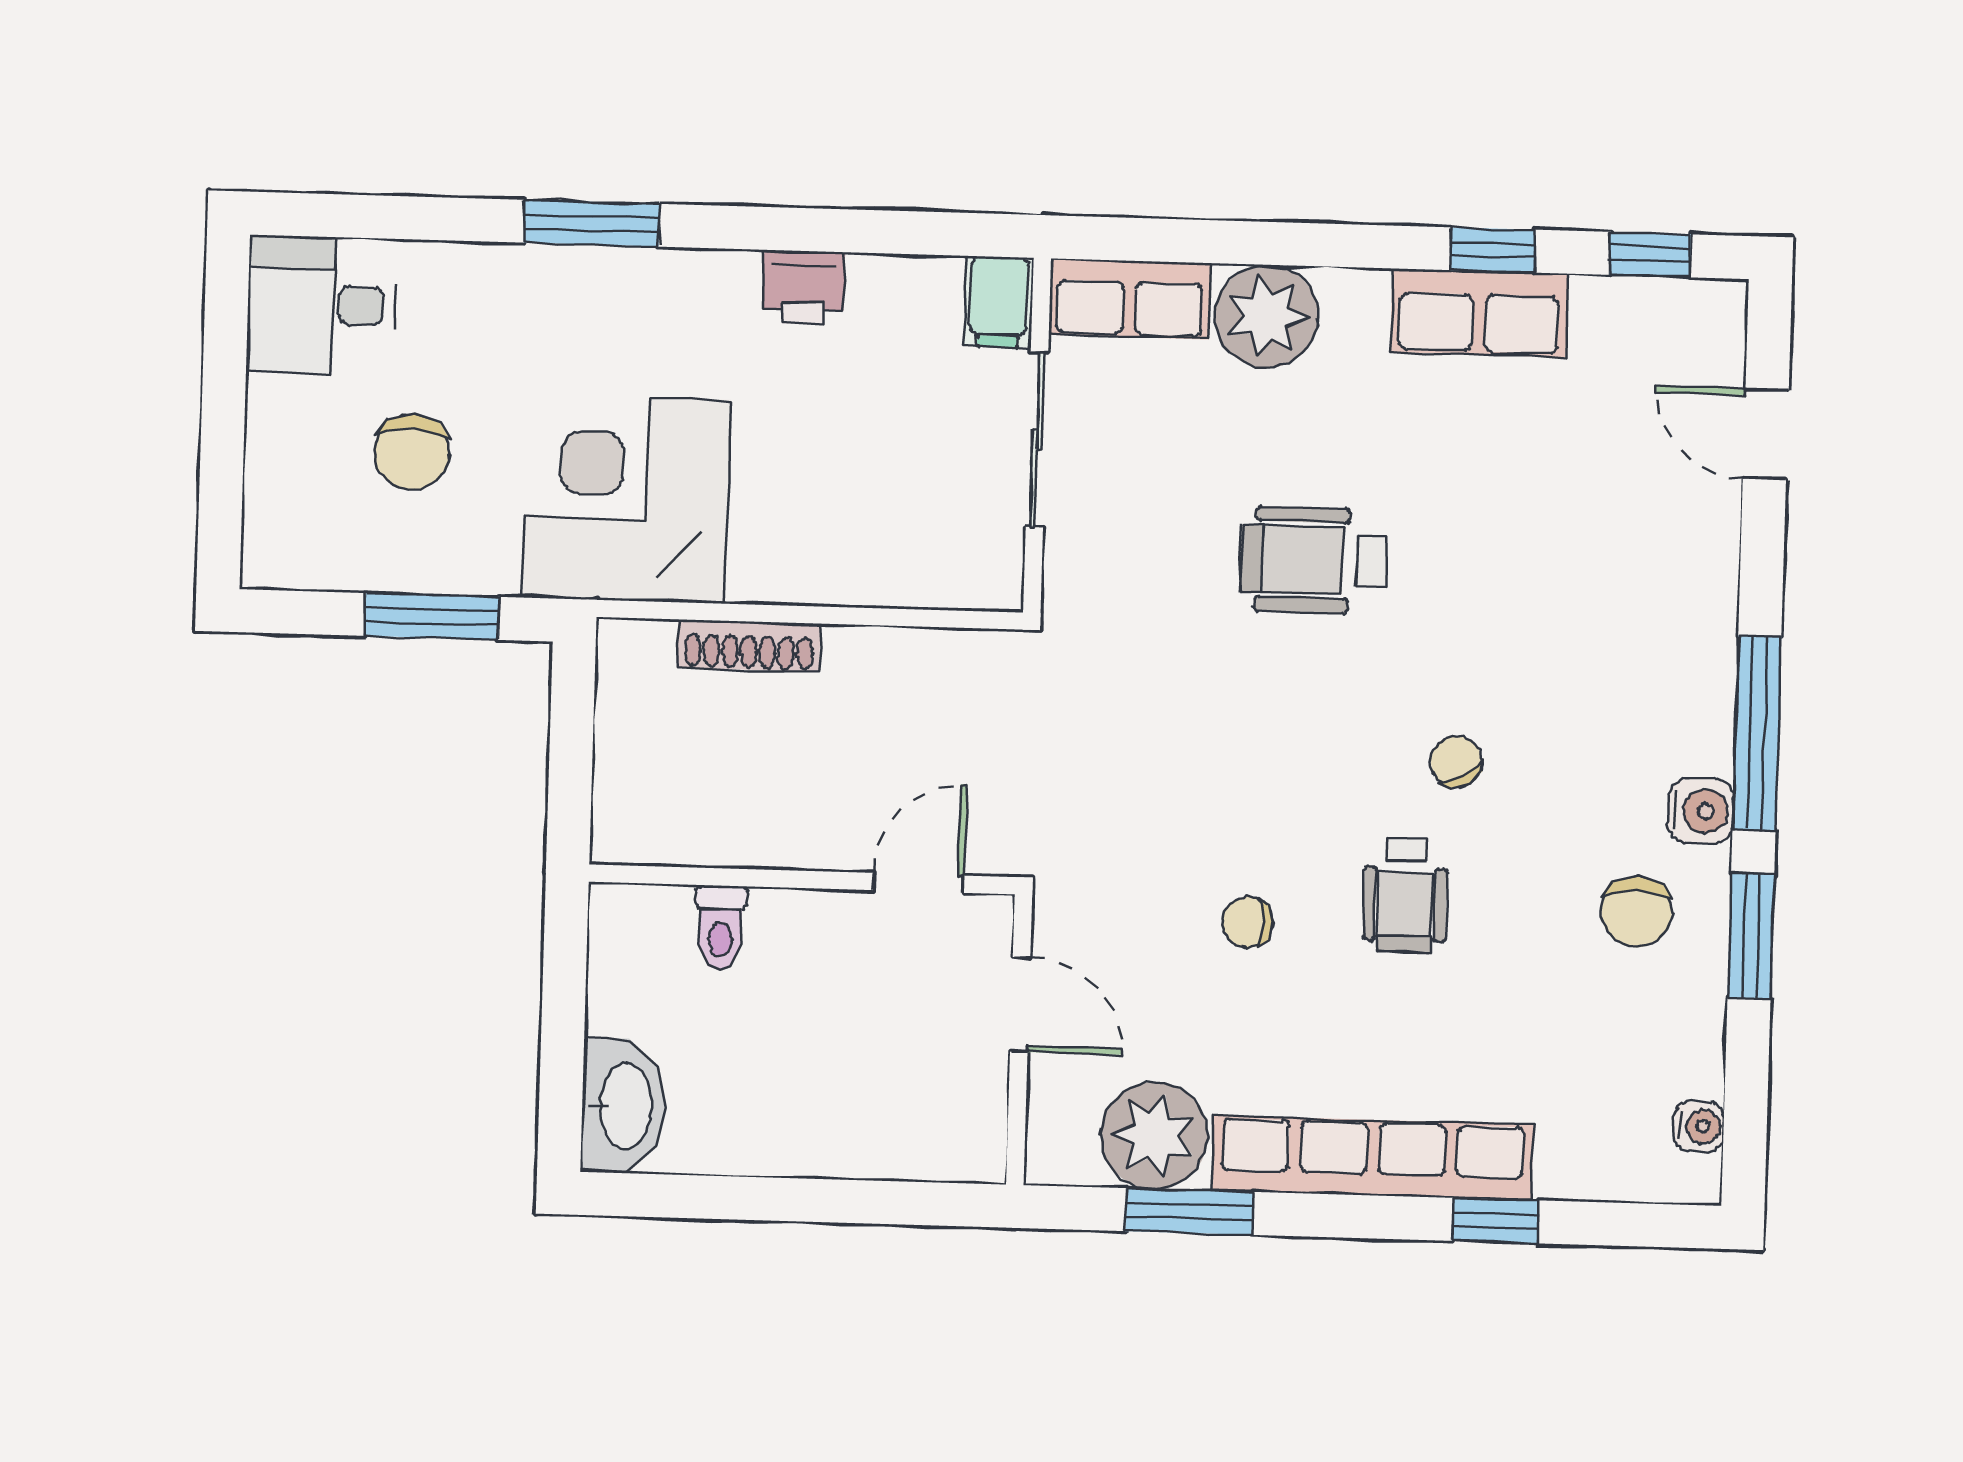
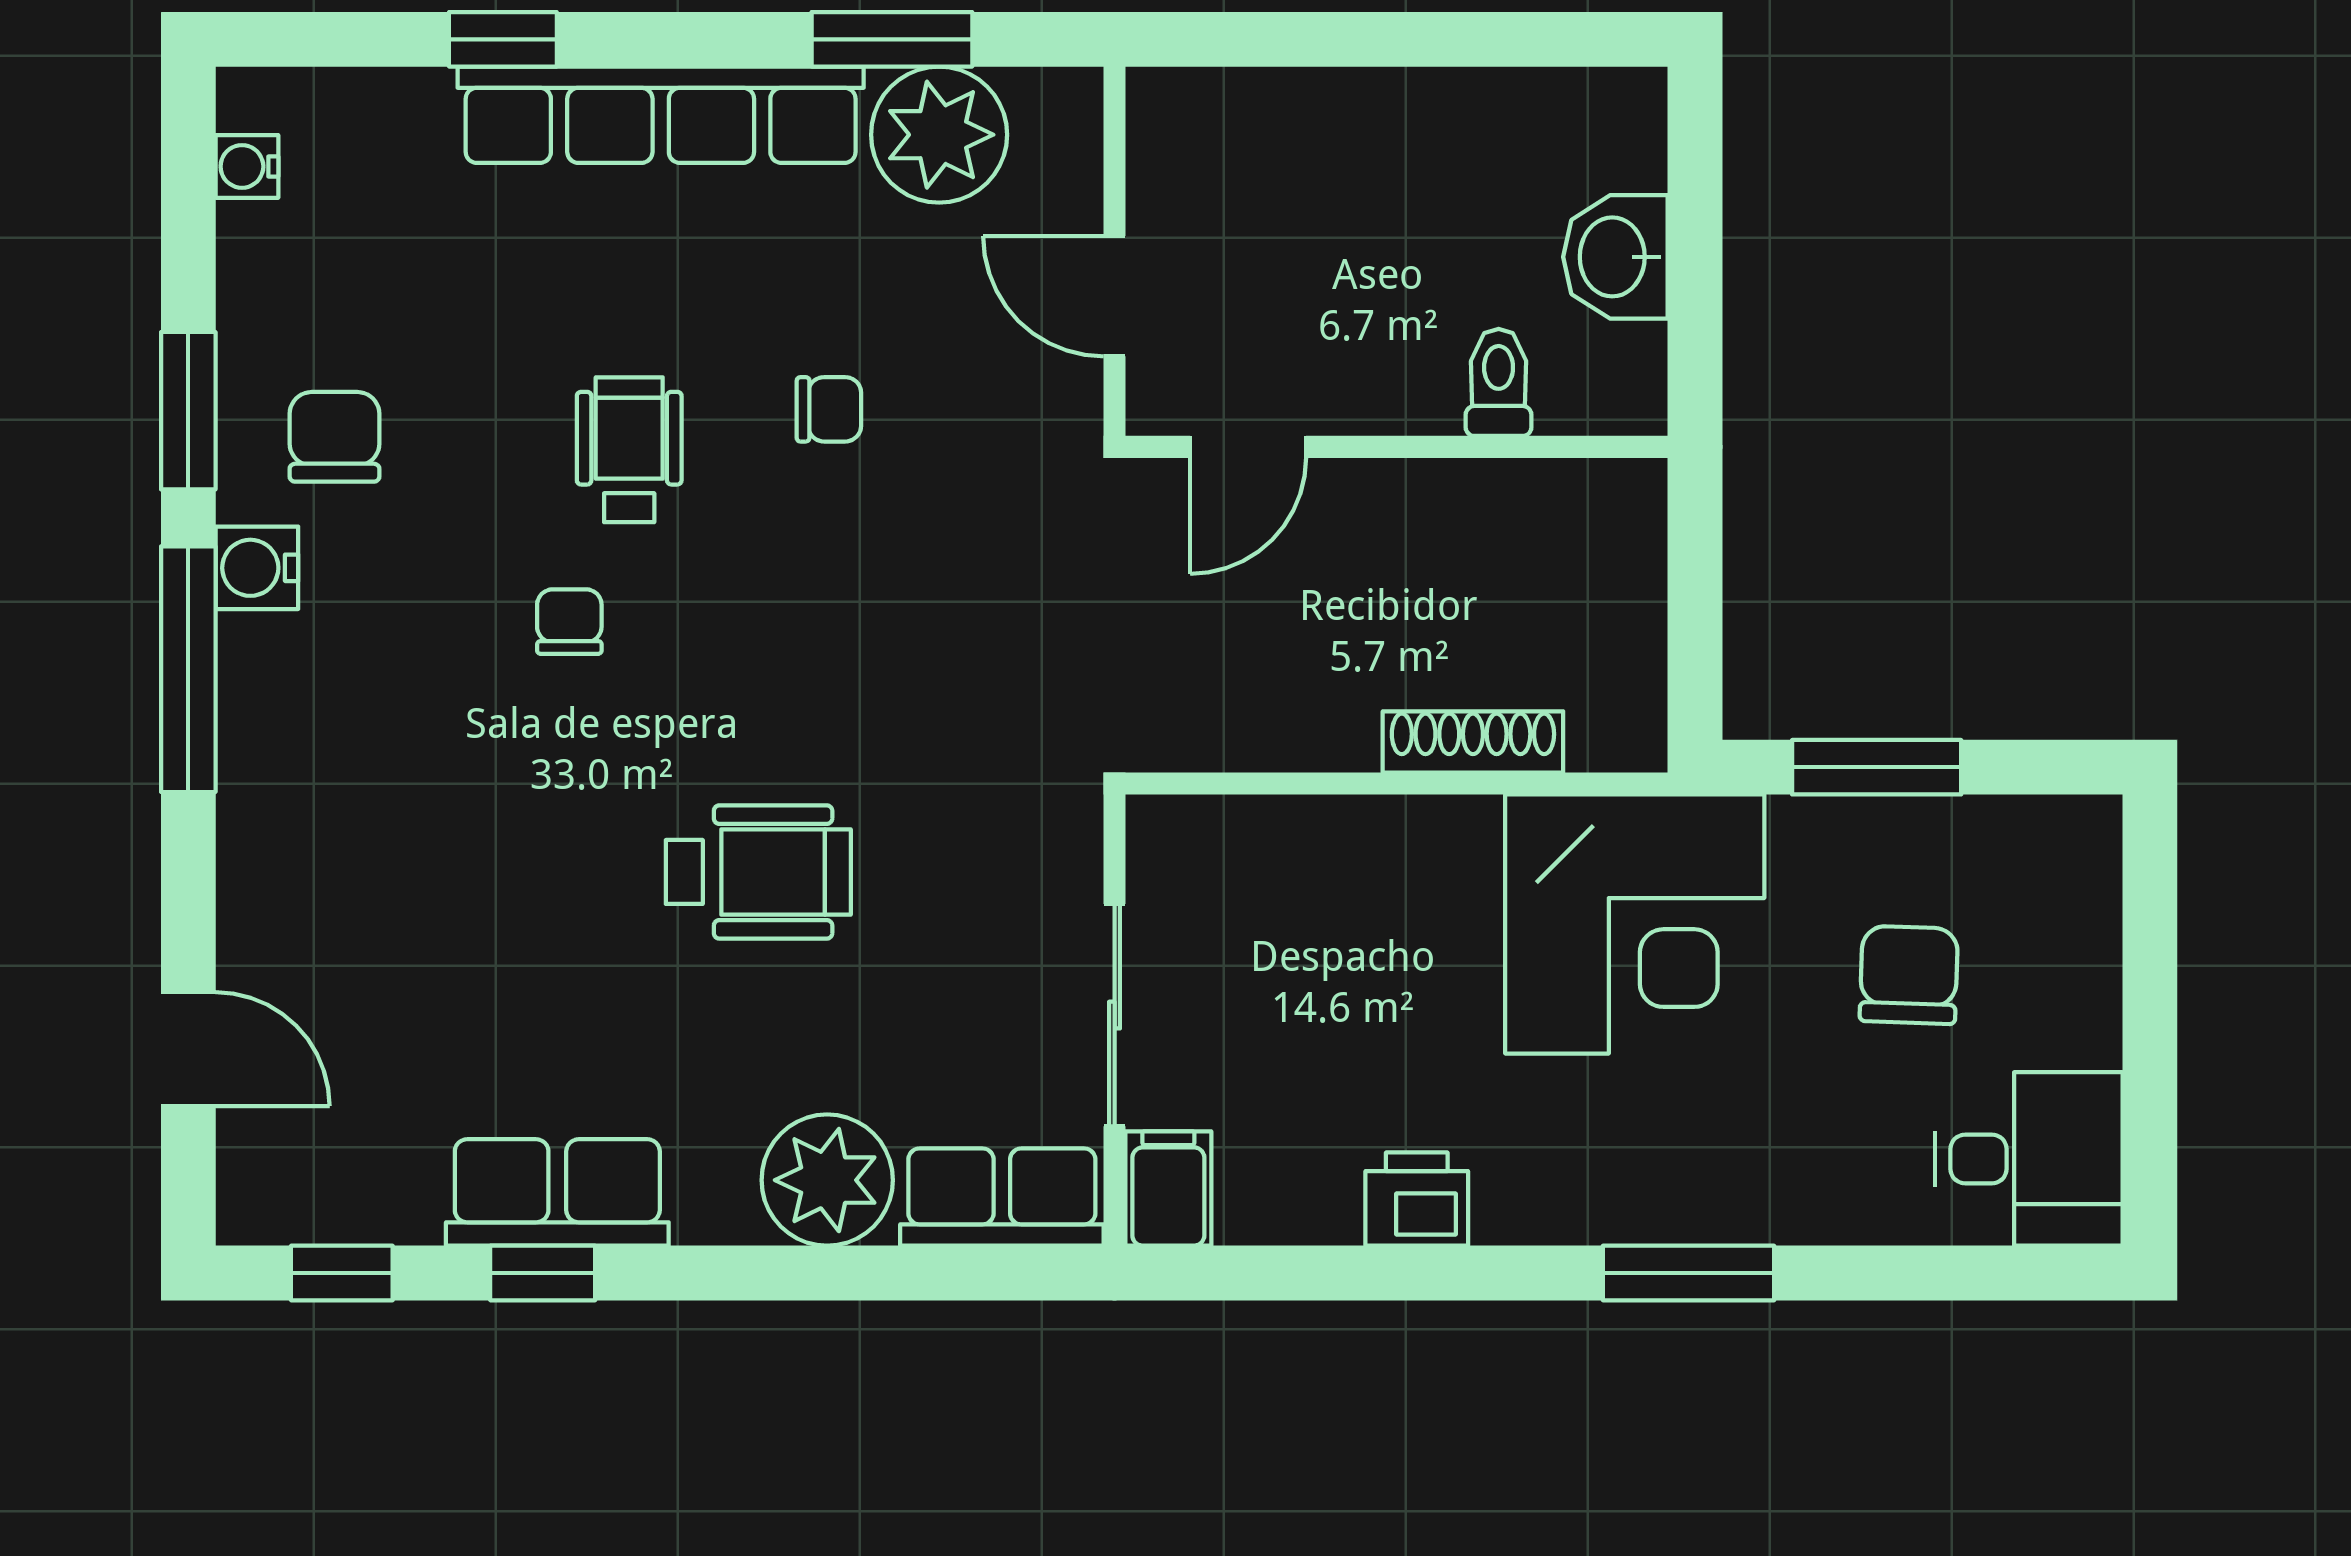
chair: (1456, 761) -> (569, 622), turned -150
washbasin: (623, 1106) -> (1615, 257), moved, width x0.72

